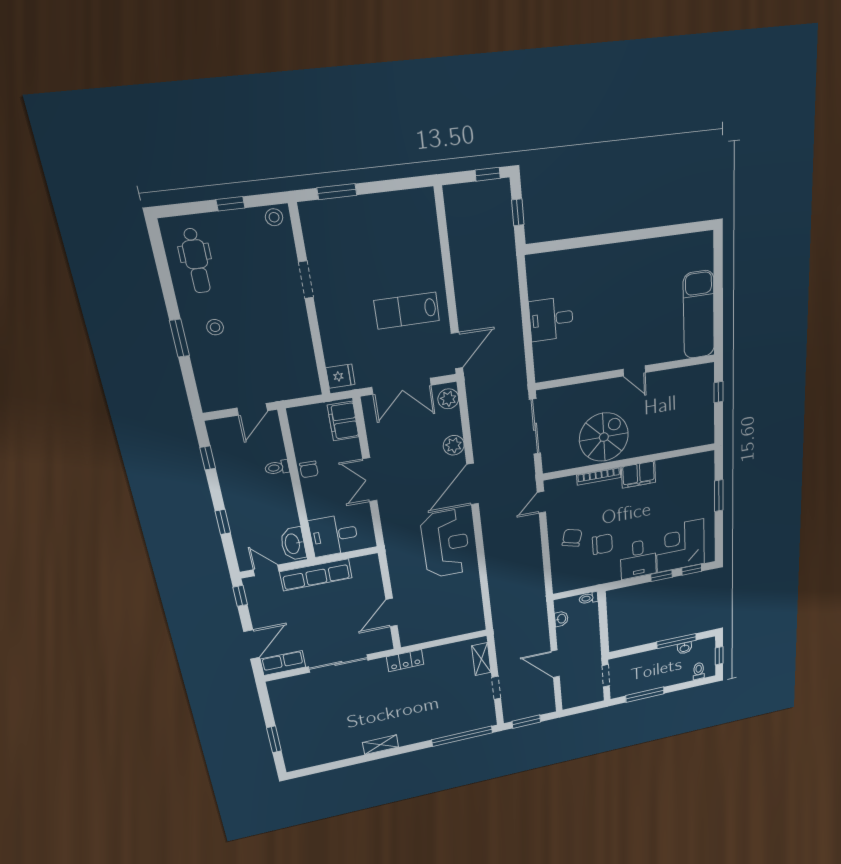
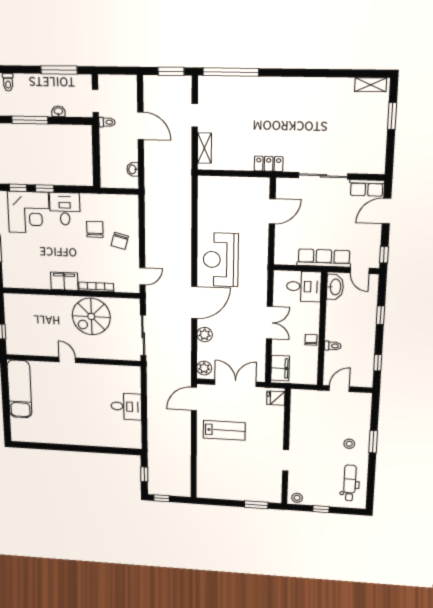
chair: (602, 544) -> (95, 229), turned 90
toilet: (589, 598) -> (107, 122), moved
washbasin: (684, 648) -> (58, 111), moved
shelving: (381, 745) -> (371, 85), moved

